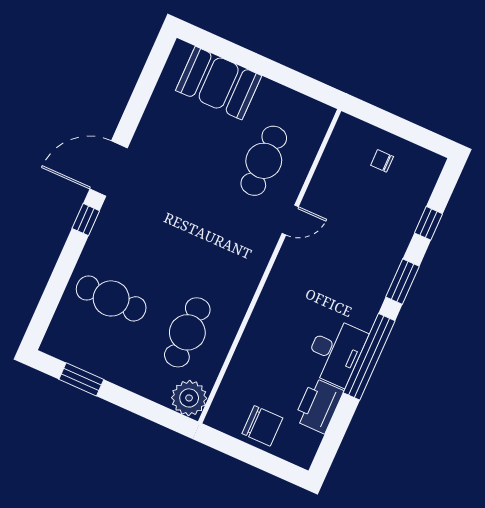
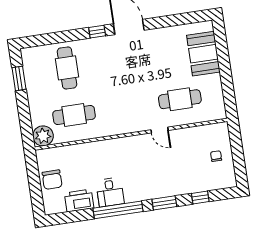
desk: (335, 352) -> (110, 192), width x0.73

